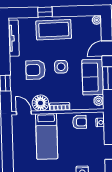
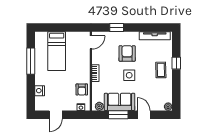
coffee table: (54, 30) -> (161, 70), width x0.54, depth x0.58
floor lamp: (40, 103) -> (99, 57), removed
bed: (47, 136) -> (57, 51), moved, turned -90

